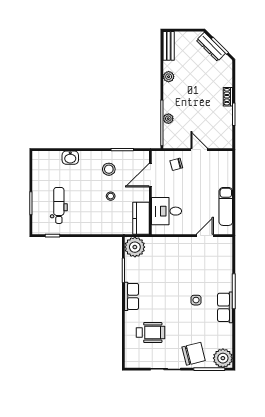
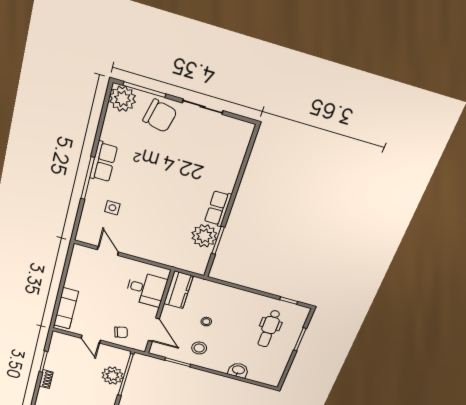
plant: (168, 119) -> (112, 376), width x1.88, depth x1.88
door: (150, 175) -> (154, 330), hinge flipped
exam couch: (226, 206) -> (66, 308), moved
door: (205, 236) -> (108, 251), swing flipped
plant: (135, 247) -> (204, 236), moved
side table: (196, 300) -> (112, 208), moved
wheelchair: (151, 333) -> (208, 159), removed
chair: (194, 354) -> (160, 116), turned -153

